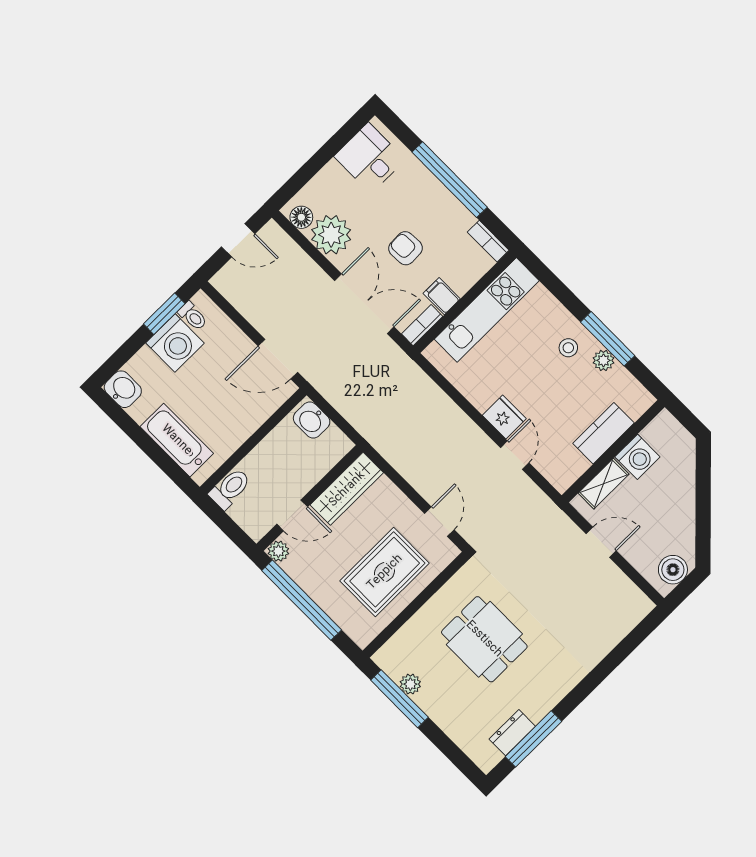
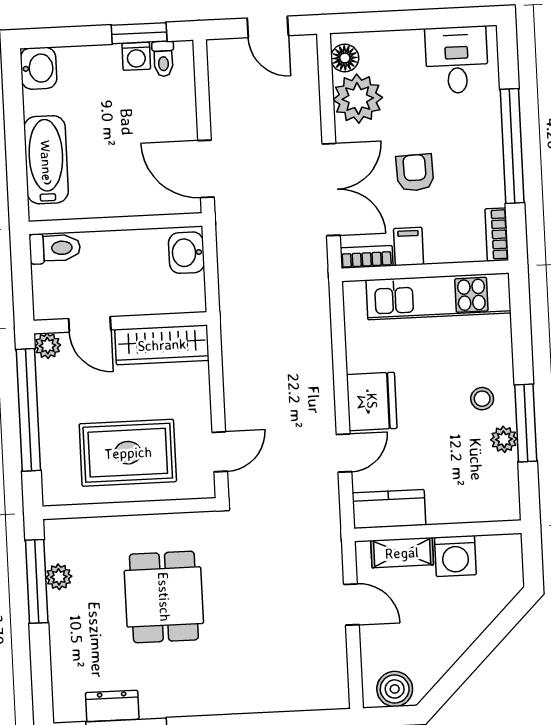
washing machine: (175, 343) -> (136, 56), width x0.53, depth x0.53
fridge: (504, 417) -> (372, 401), width x1.36, depth x1.34
kitchen counter: (604, 433) -> (389, 509), moved

